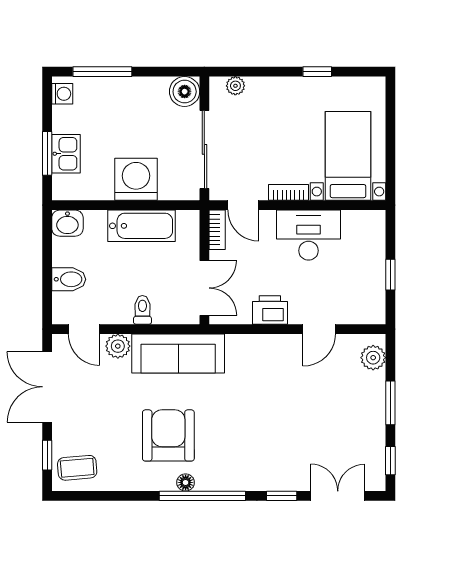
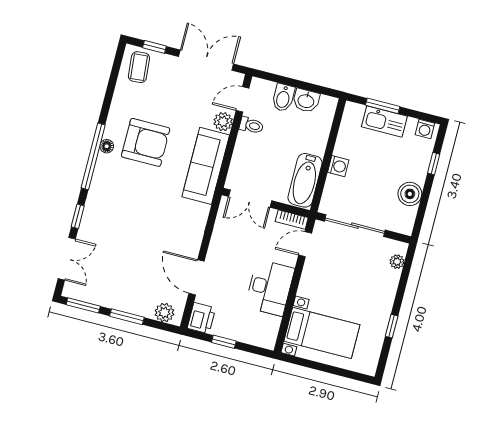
window: (102, 72) -> (434, 164), width x0.46
boiler: (185, 92) -> (410, 194), moved
kitchen sink: (66, 154) -> (384, 122), width x1.38
washing machine: (136, 179) -> (338, 166), width x0.53, depth x0.53
bookcase: (289, 192) -> (306, 281), removed
washbasin: (67, 223) -> (306, 101), moved, turned -90
bathtub: (141, 226) -> (305, 180), moved
toilet: (142, 310) -> (251, 125), moved
printer: (270, 310) -> (201, 318), moved
door: (319, 329) -> (197, 277), width x1.38
window: (390, 461) -> (83, 305), width x1.50

